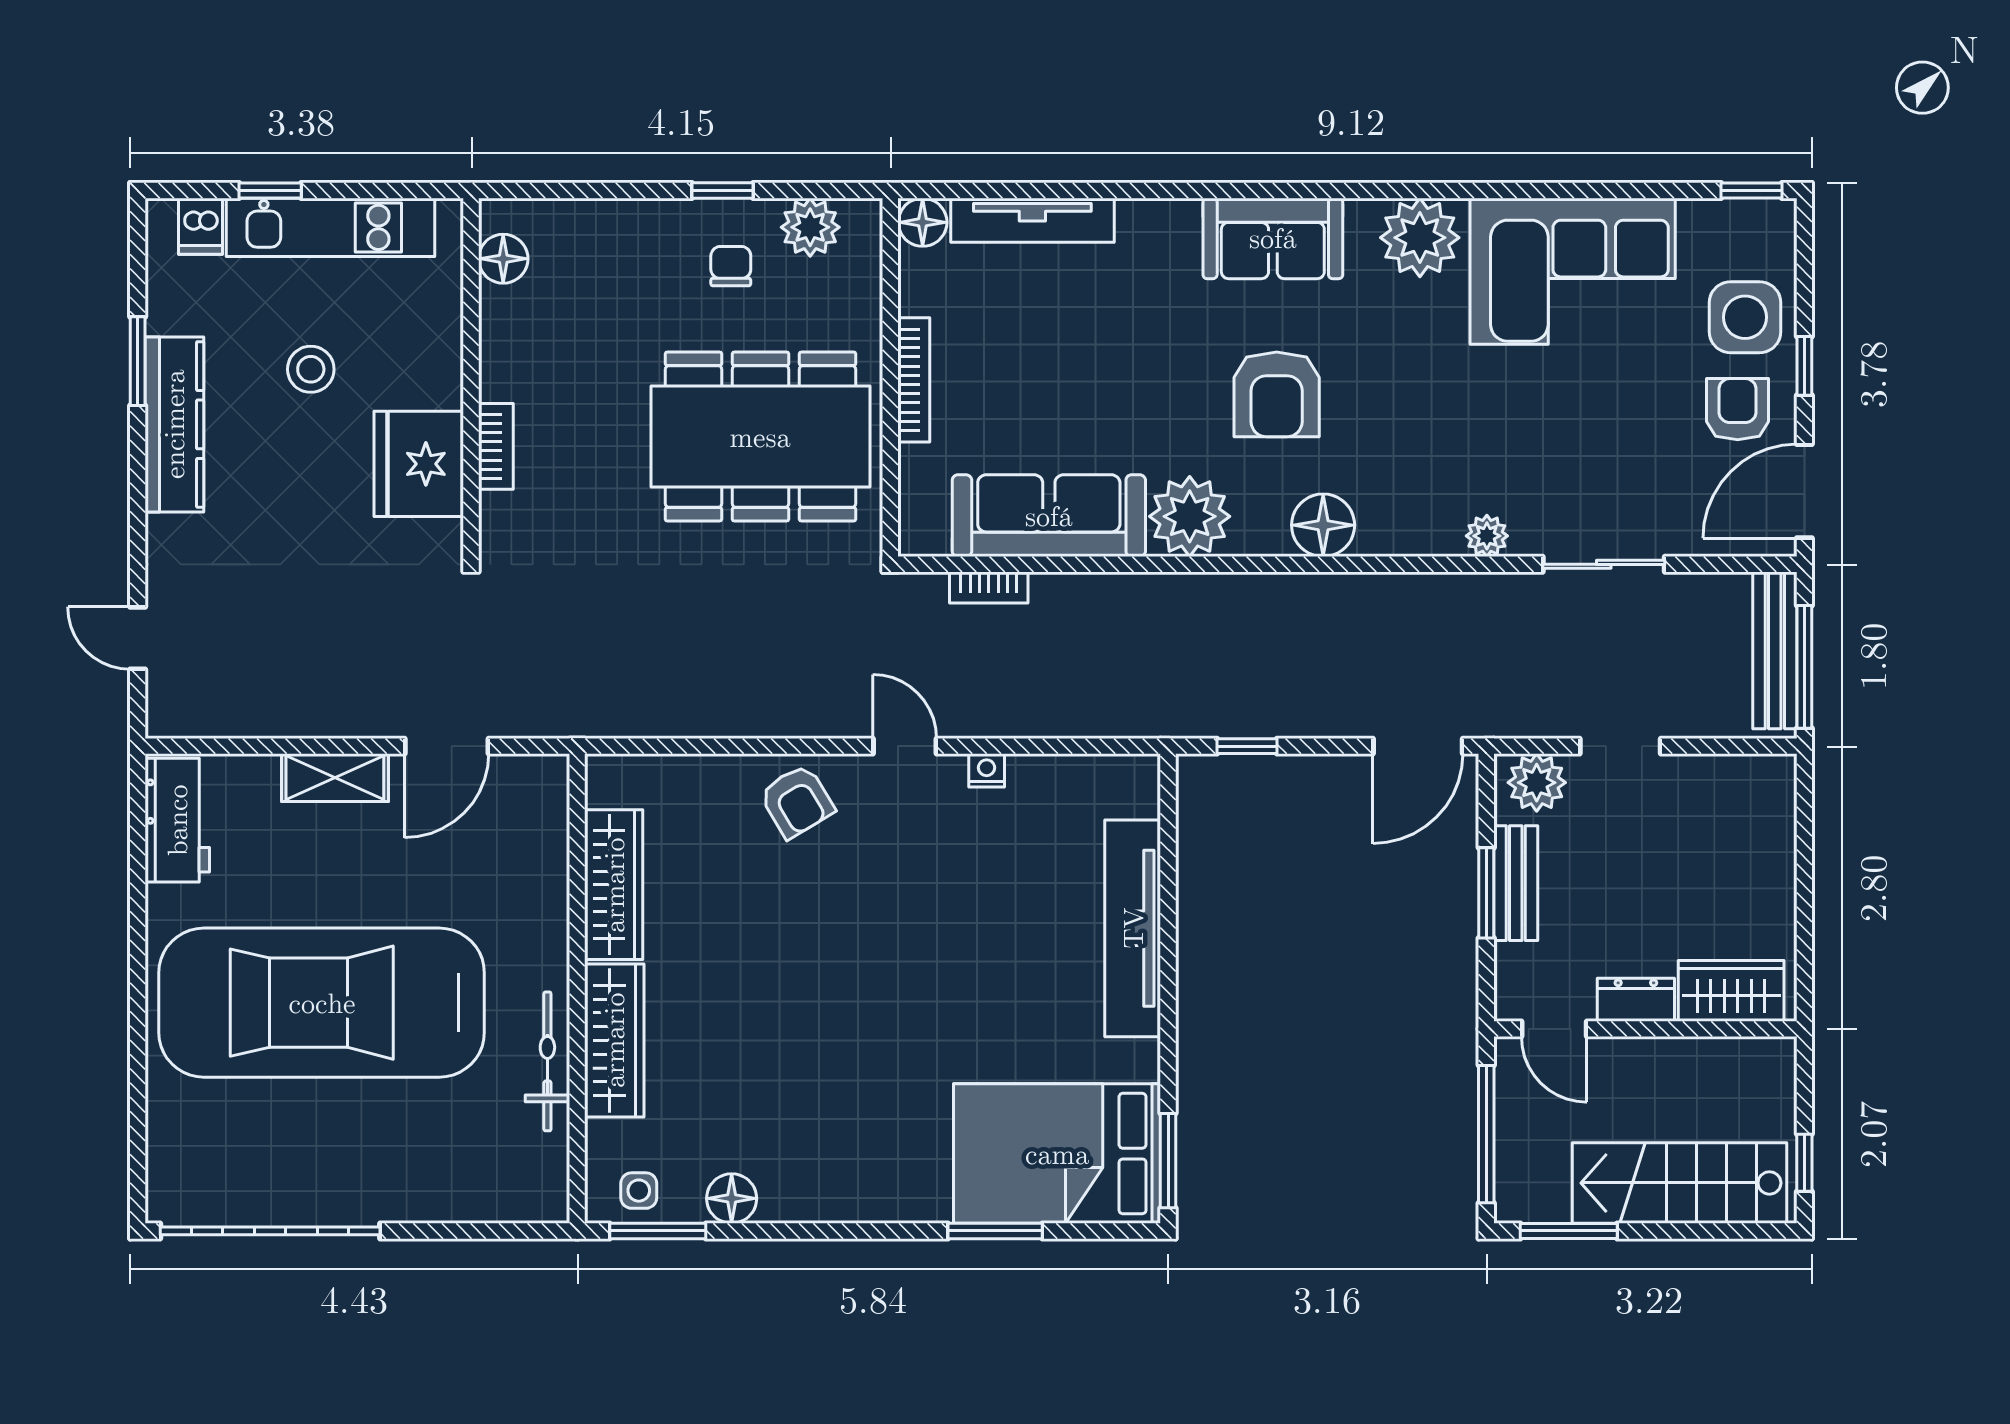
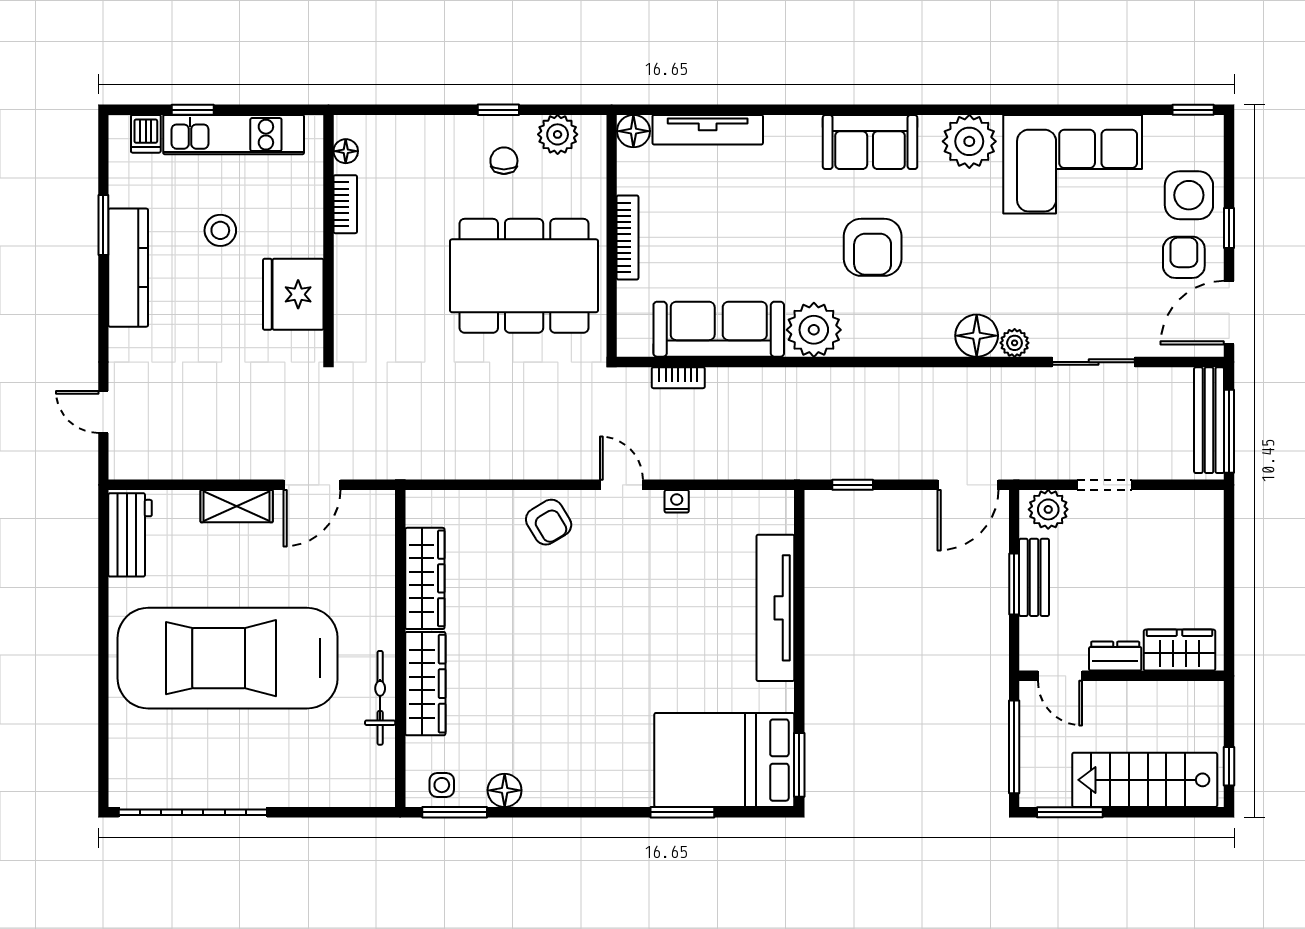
floor lamp: (503, 259) -> (346, 151), width x0.73, depth x0.73
bookcase: (496, 446) -> (345, 204), moved
floor lamp: (1323, 525) -> (977, 336), moved

